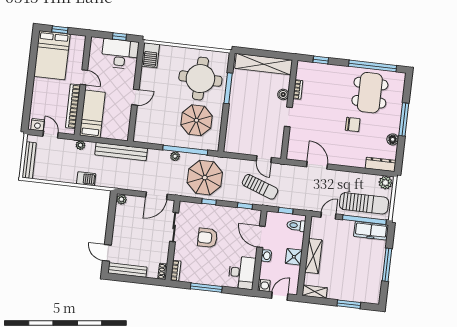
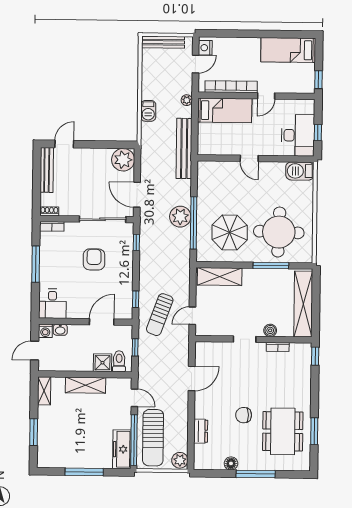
window: (60, 30) -> (319, 80), moved
bed: (52, 55) -> (288, 50), width x0.67
window: (321, 60) -> (315, 356), moved
window: (373, 66) -> (314, 431), width x0.47
dining table: (370, 93) -> (283, 431), turned 90
chair: (353, 124) -> (244, 415), turned 90
shelving: (233, 133) -> (220, 277), added
plant: (175, 156) -> (180, 217), width x1.87, depth x1.87
dresser: (381, 164) -> (201, 431), moved, width x0.70
parasol: (205, 178) -> (164, 249), removed
plant: (121, 199) -> (123, 160), width x1.88, depth x1.88
window: (209, 202) -> (136, 242), moved
sliding door: (174, 227) -> (103, 219), width x1.37
washbasin: (266, 256) -> (60, 330), moved
shower: (294, 257) -> (102, 363), moved
desk: (242, 273) -> (52, 304), width x0.73
door: (280, 296) -> (35, 351), swing flipped

